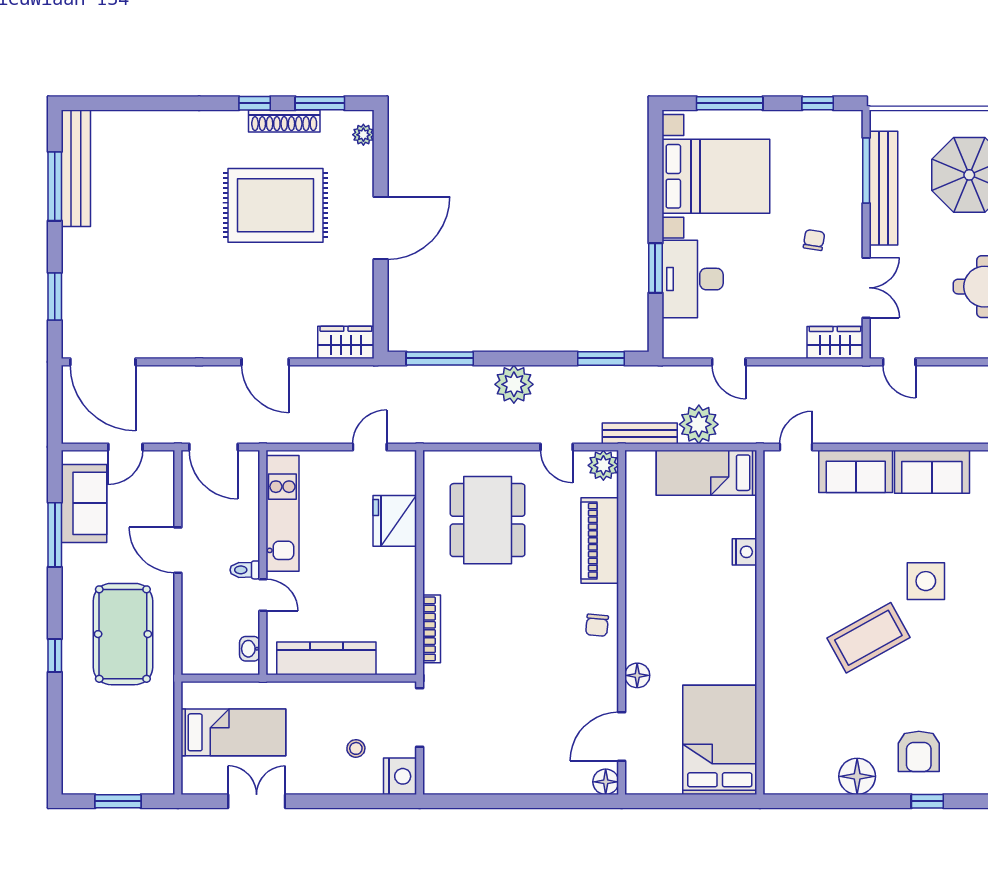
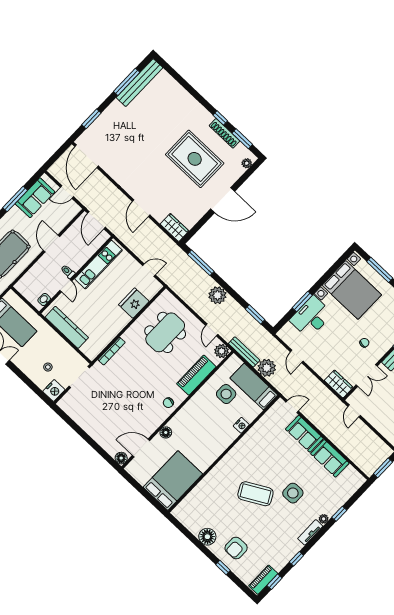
side table: (674, 526) -> (226, 394), added

